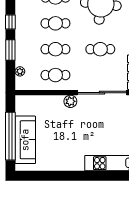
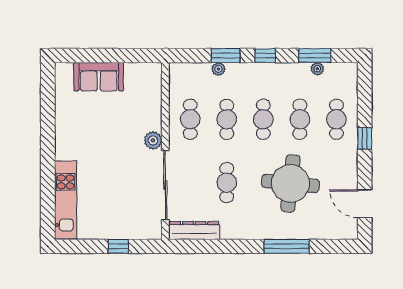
plant: (20, 71) -> (218, 69), moved
window: (10, 136) -> (104, 56), removed
sofa: (25, 140) -> (99, 77), width x0.73

